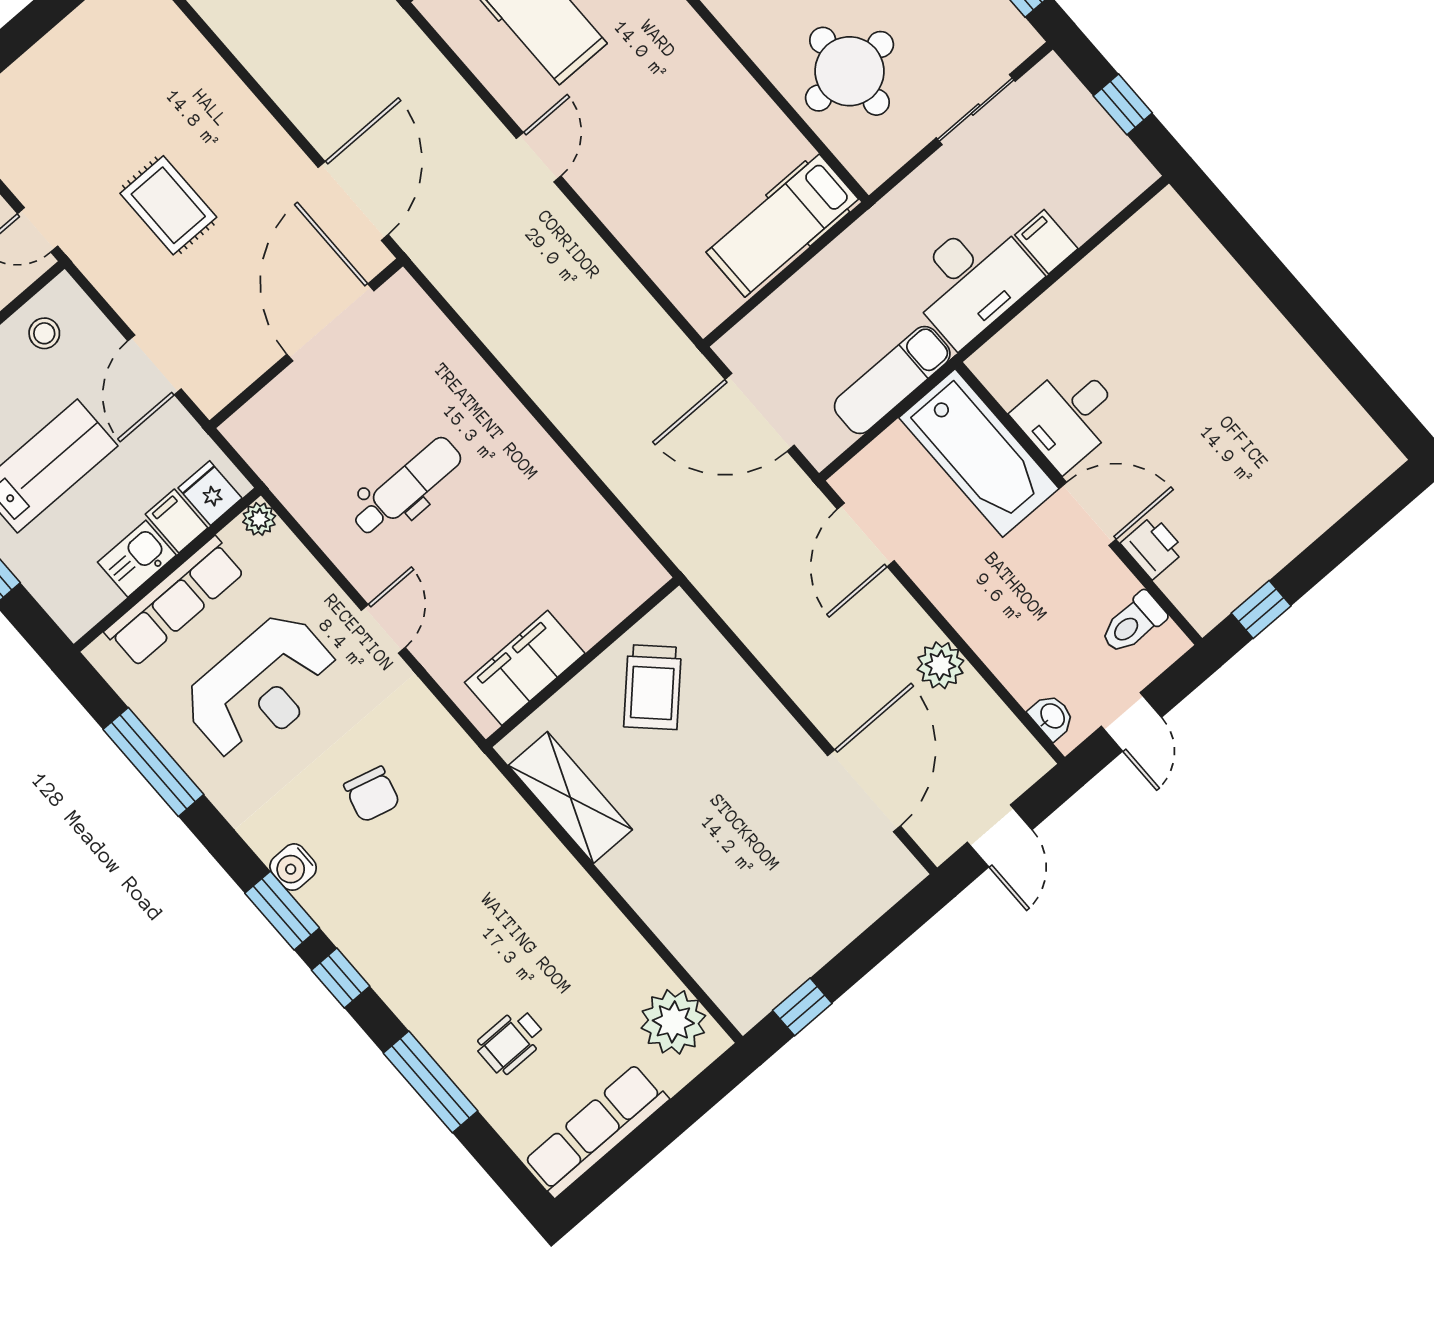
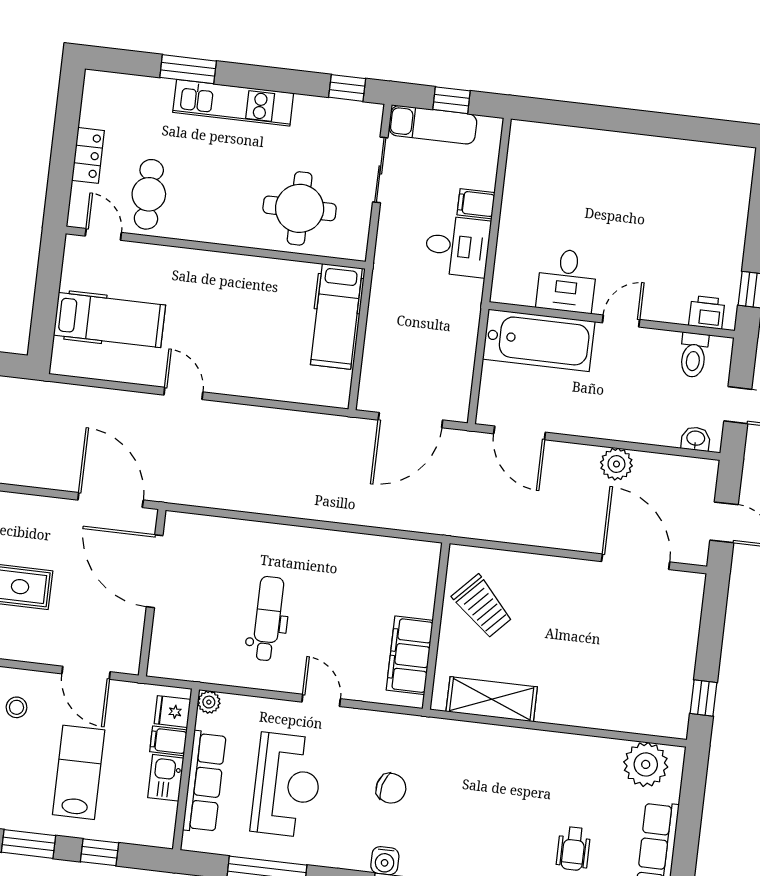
desk: (972, 280) -> (458, 246), width x0.73
exam couch: (892, 380) -> (433, 125), moved, turned -90
door: (1088, 514) -> (621, 321), width x0.73
printer: (1153, 547) -> (707, 312), moved

